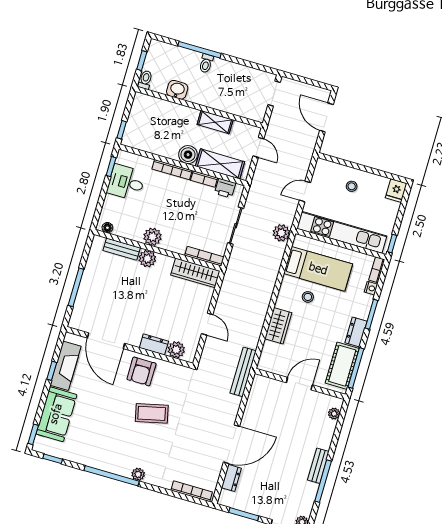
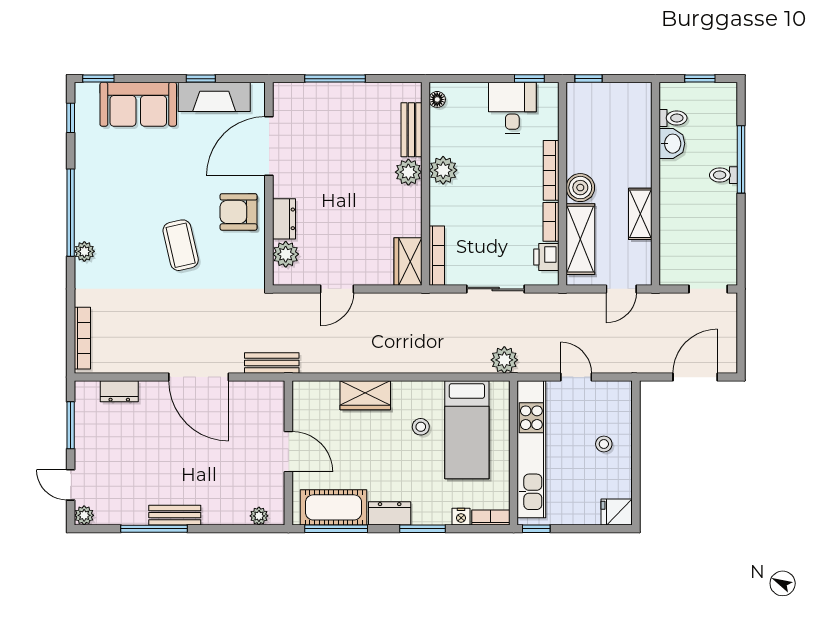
toilet: (145, 80) -> (673, 118), moved
wardrobe: (195, 273) -> (408, 261), width x0.67
bench: (243, 372) -> (272, 363), width x0.73
door: (232, 444) -> (199, 377), moved

